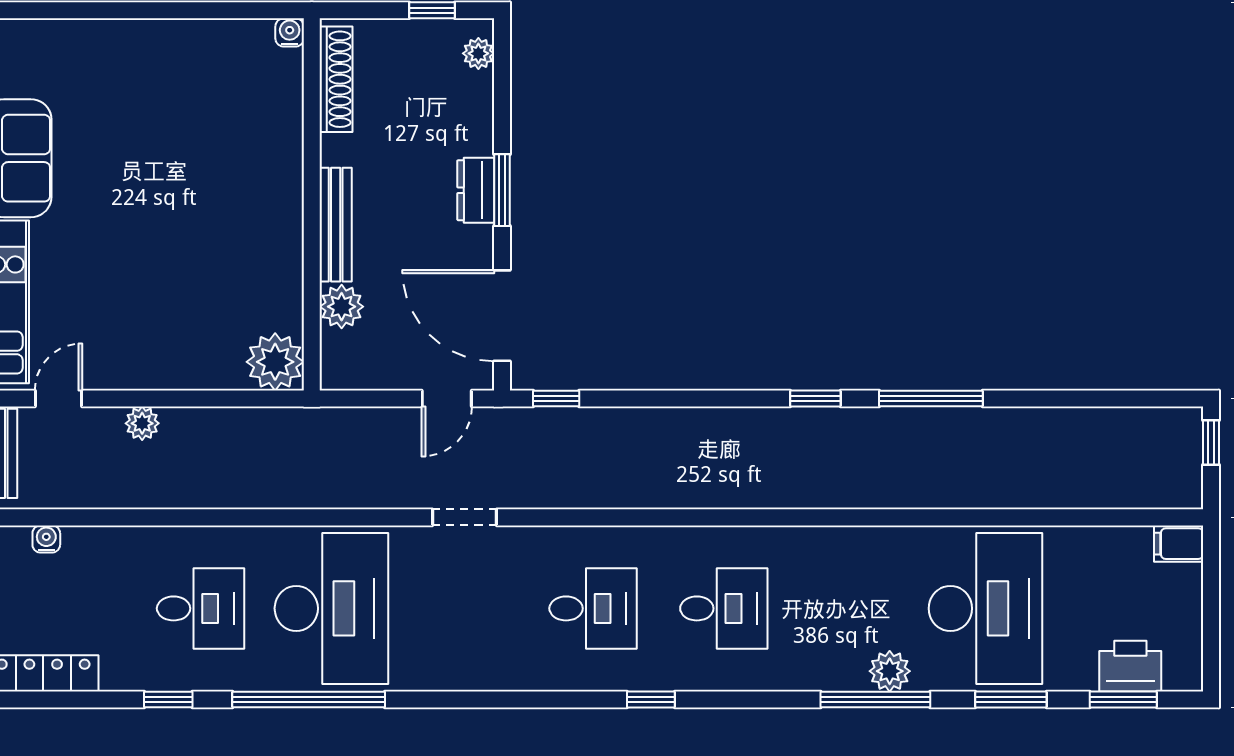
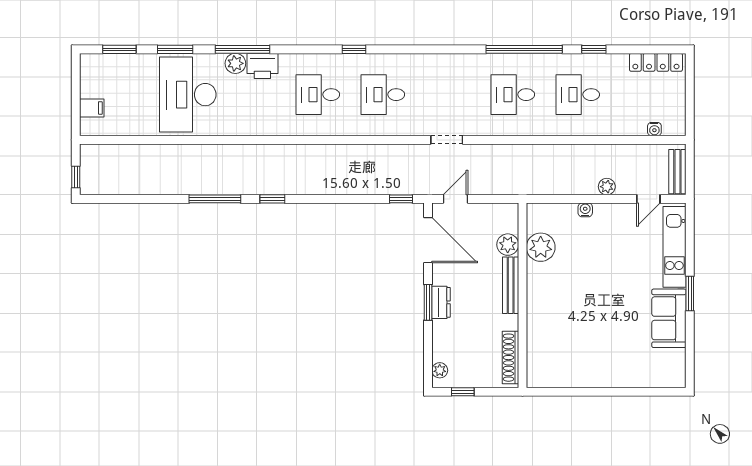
water cooler: (290, 32) -> (585, 210), moved, turned 180
plant: (275, 362) -> (541, 247), moved
filing cabinet: (1179, 544) -> (92, 108), moved
desk: (331, 608) -> (513, 95), width x0.53, depth x0.77
printer: (1130, 666) -> (262, 66), moved

